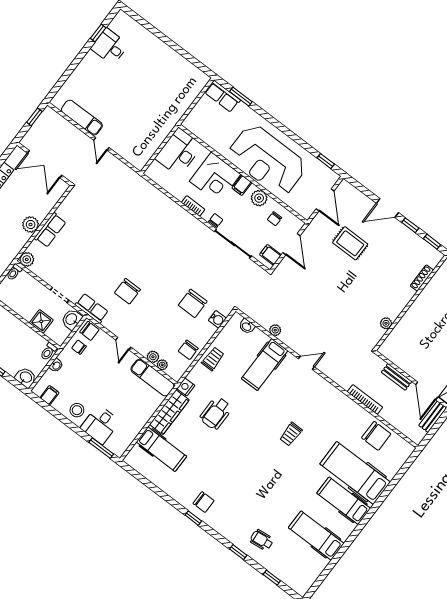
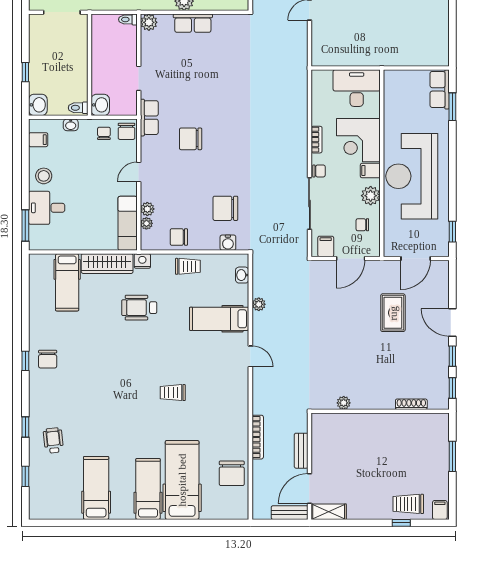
washbasin: (72, 319) -> (100, 105), moved, turned 90
shower: (41, 321) -> (101, 80), removed

